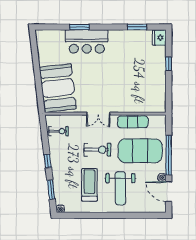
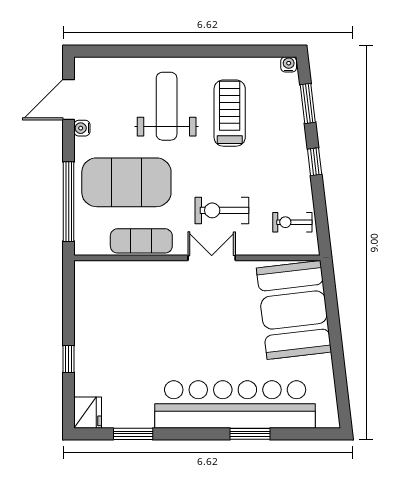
bar counter: (87, 41) -> (235, 405), width x1.86
exercise bike: (97, 150) -> (222, 210), moved
window: (169, 155) -> (69, 202), moved
treadmill: (89, 185) -> (230, 113), turned 180
door: (169, 192) -> (69, 99), swing flipped

